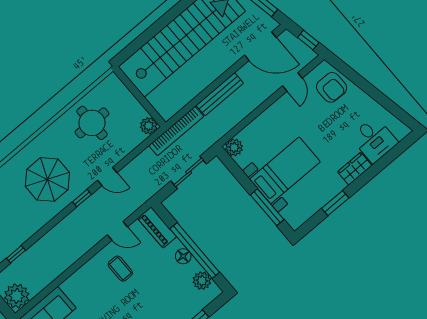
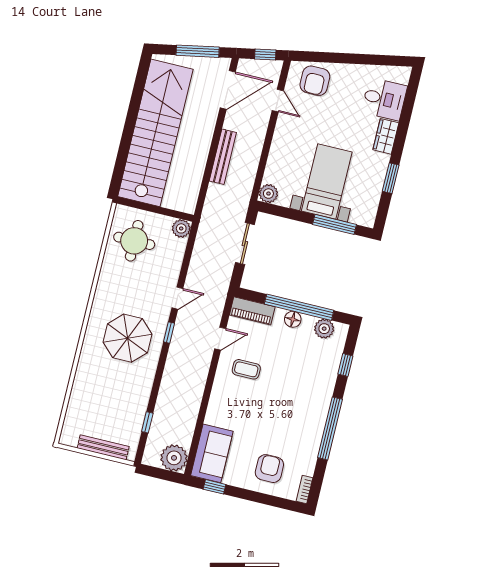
armchair: (332, 87) -> (315, 81), turned 90
round table: (92, 123) -> (134, 241), moved
bookcase: (176, 131) -> (208, 216), removed

